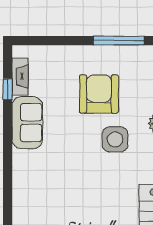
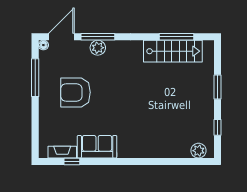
side table: (115, 139) -> (110, 80), removed

